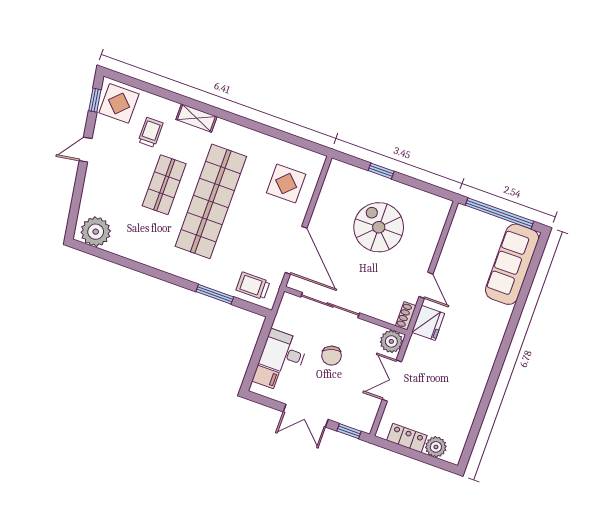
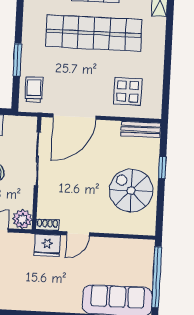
bench: (332, 182) -> (141, 129), added
spiral stairs: (379, 227) -> (131, 191), moved, turned -90

